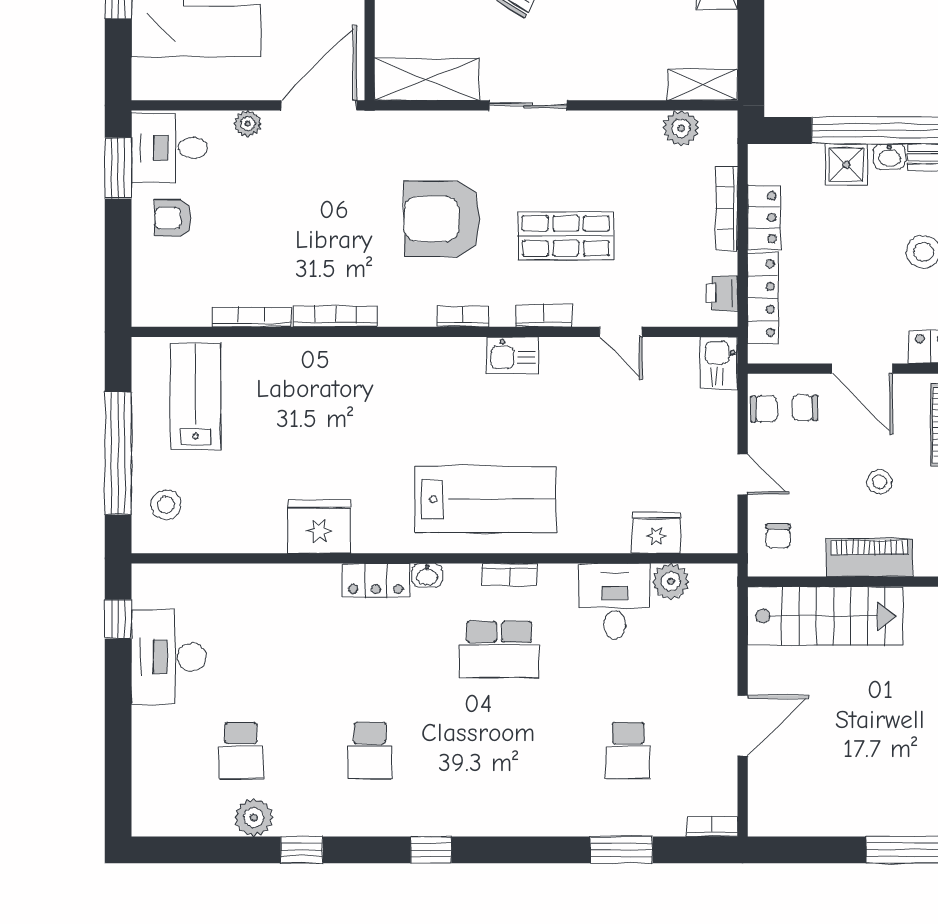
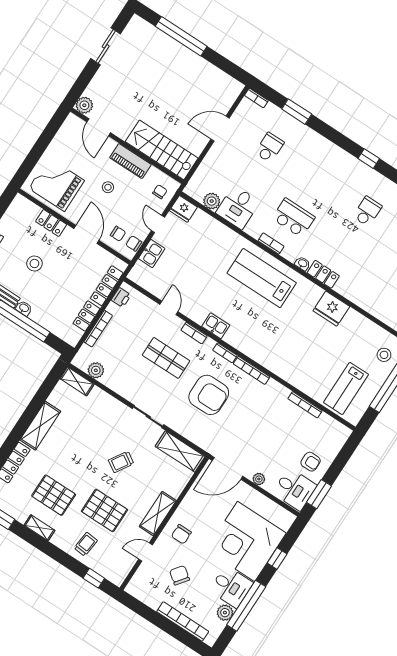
shower: (846, 165) -> (42, 316), removed
bookcase: (336, 316) -> (252, 370), moved
kitchen sink: (719, 363) -> (152, 253), moved
fridge: (656, 533) -> (183, 209), moved

